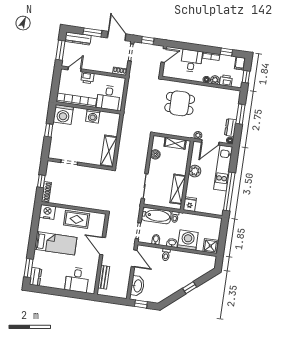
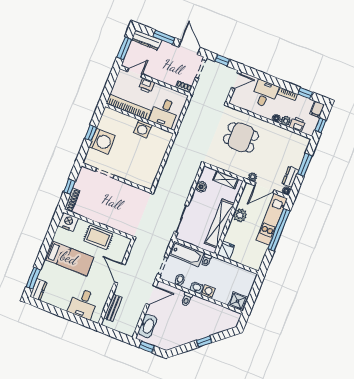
washing machine: (63, 114) -> (102, 141), moved, turned -90
shelving: (109, 151) -> (151, 171), removed
shelving: (178, 189) -> (219, 223), width x1.47
window: (229, 191) -> (279, 230), moved
washing machine: (188, 240) -> (208, 292), width x0.53, depth x0.53
door: (134, 258) -> (151, 295), hinge flipped

